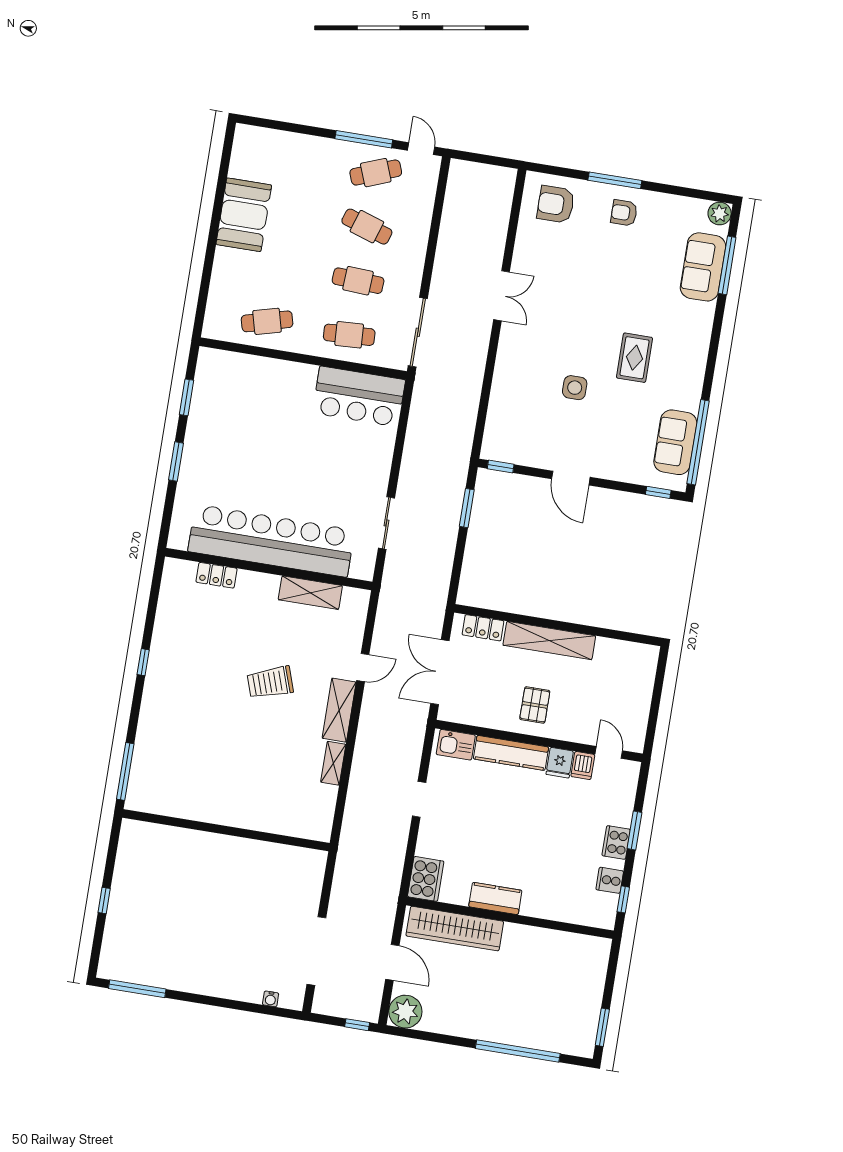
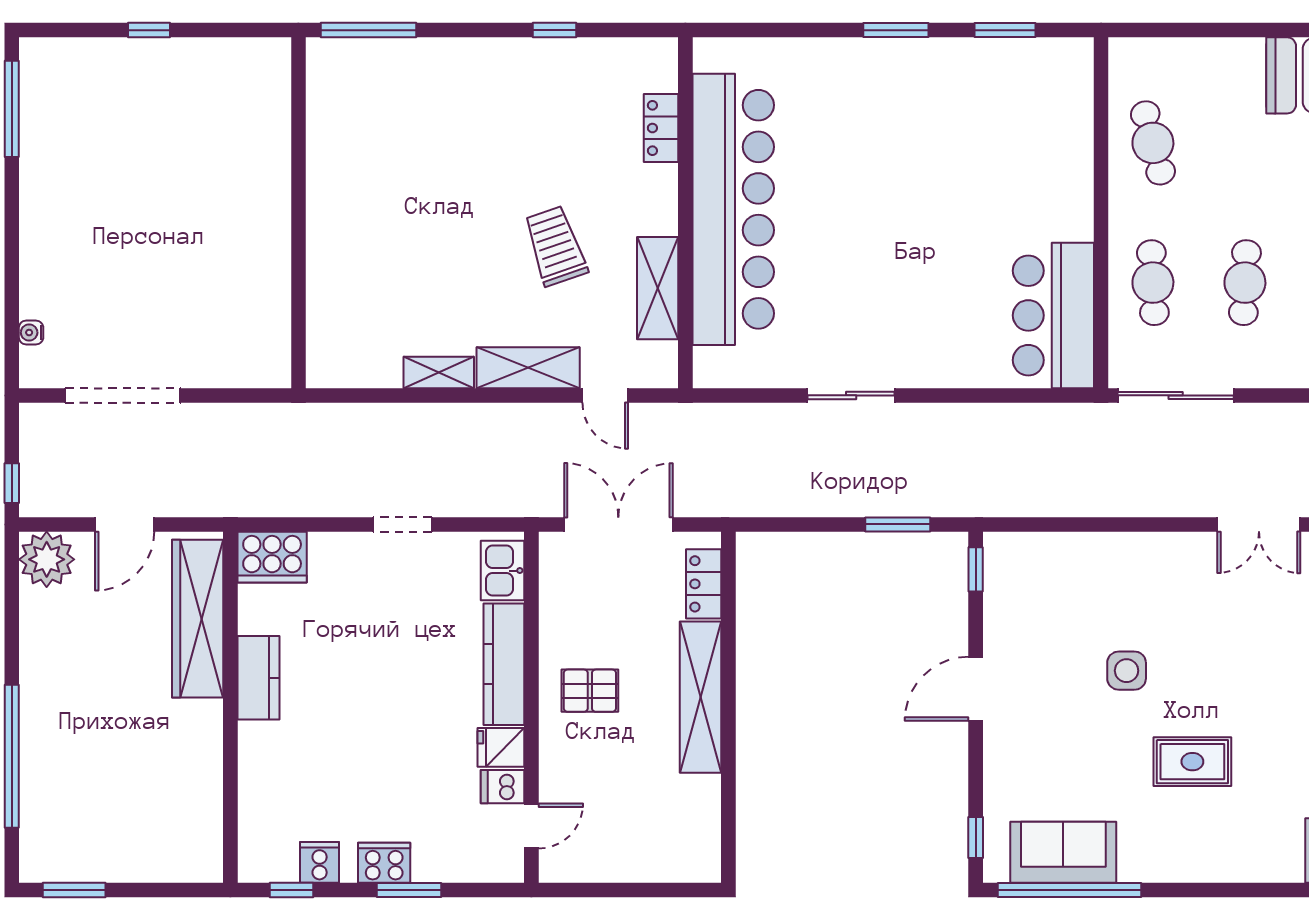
bar counter: (271, 541) -> (733, 209), moved
wall: (269, 569) -> (685, 213), moved
locker: (216, 575) -> (661, 128), moved
shelving: (310, 593) -> (658, 288), moved

